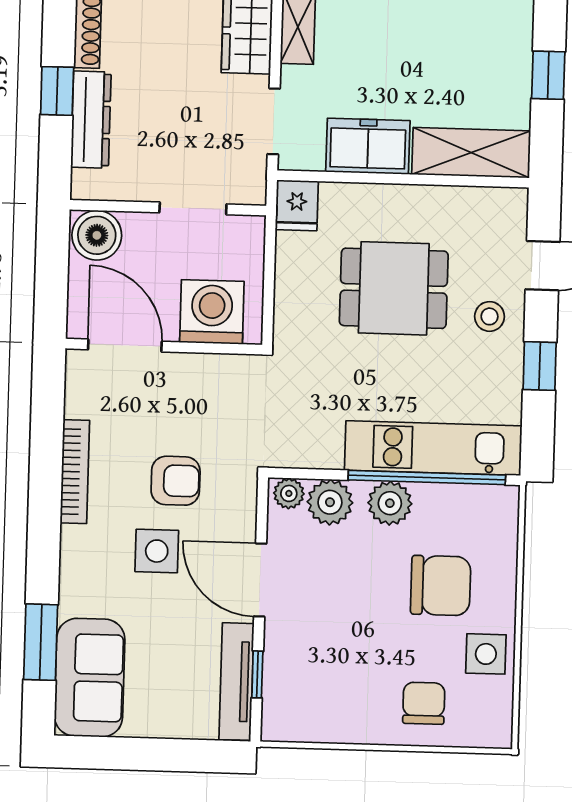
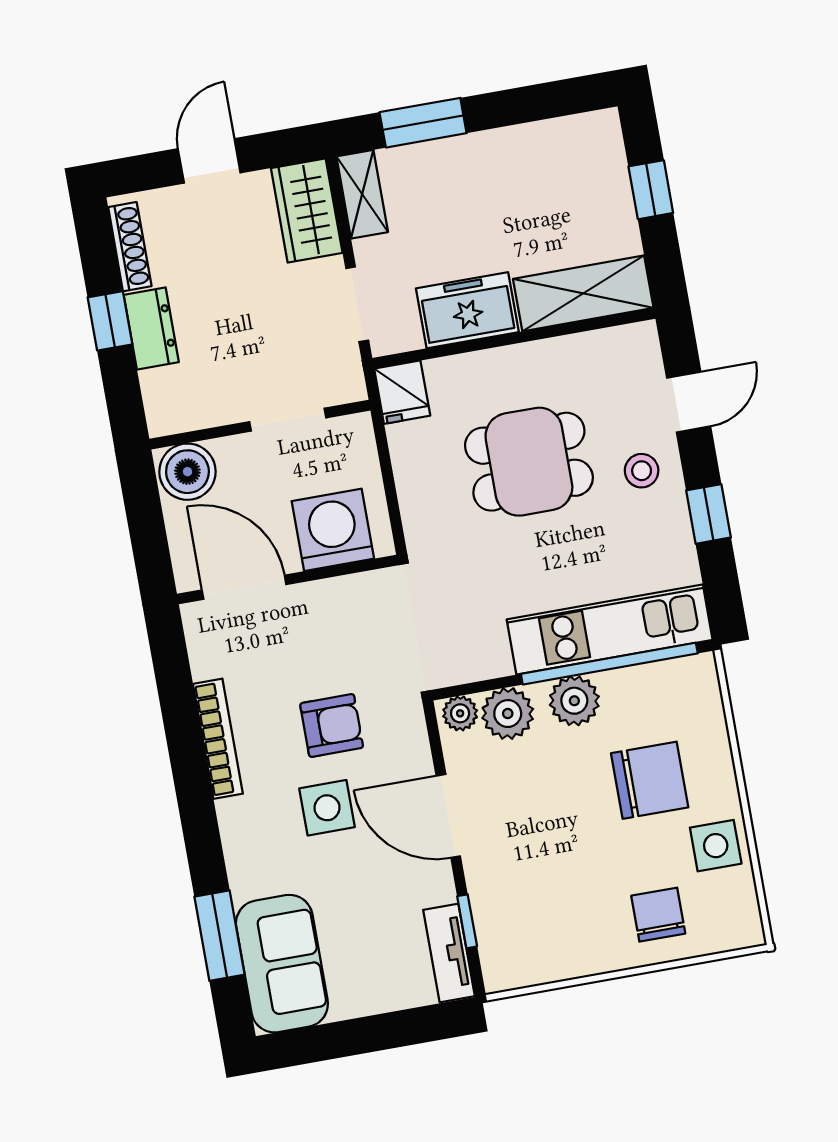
dresser: (91, 120) -> (151, 328), width x0.70
tv unit: (236, 682) -> (449, 953), width x0.71

